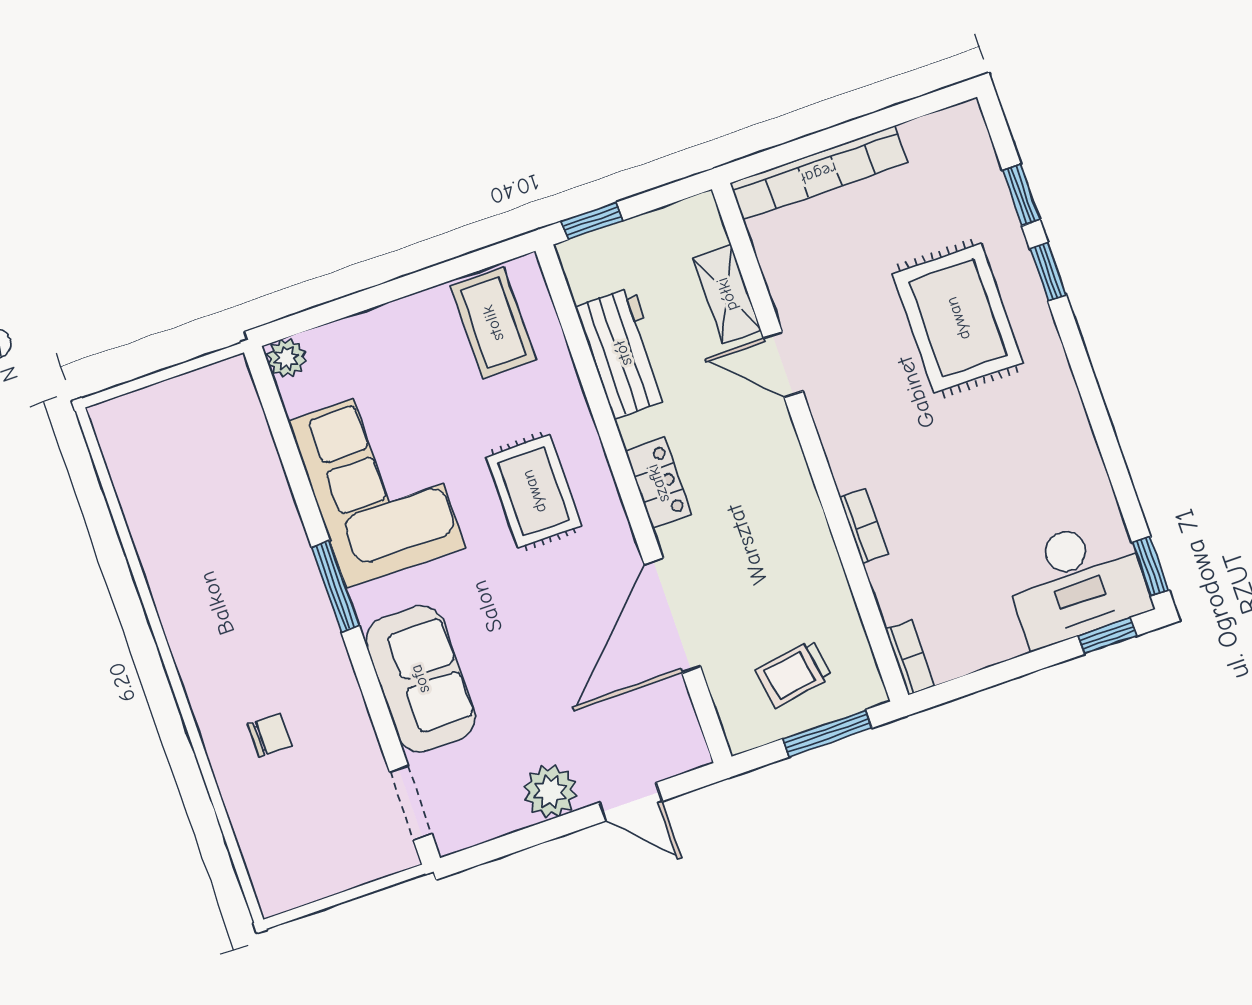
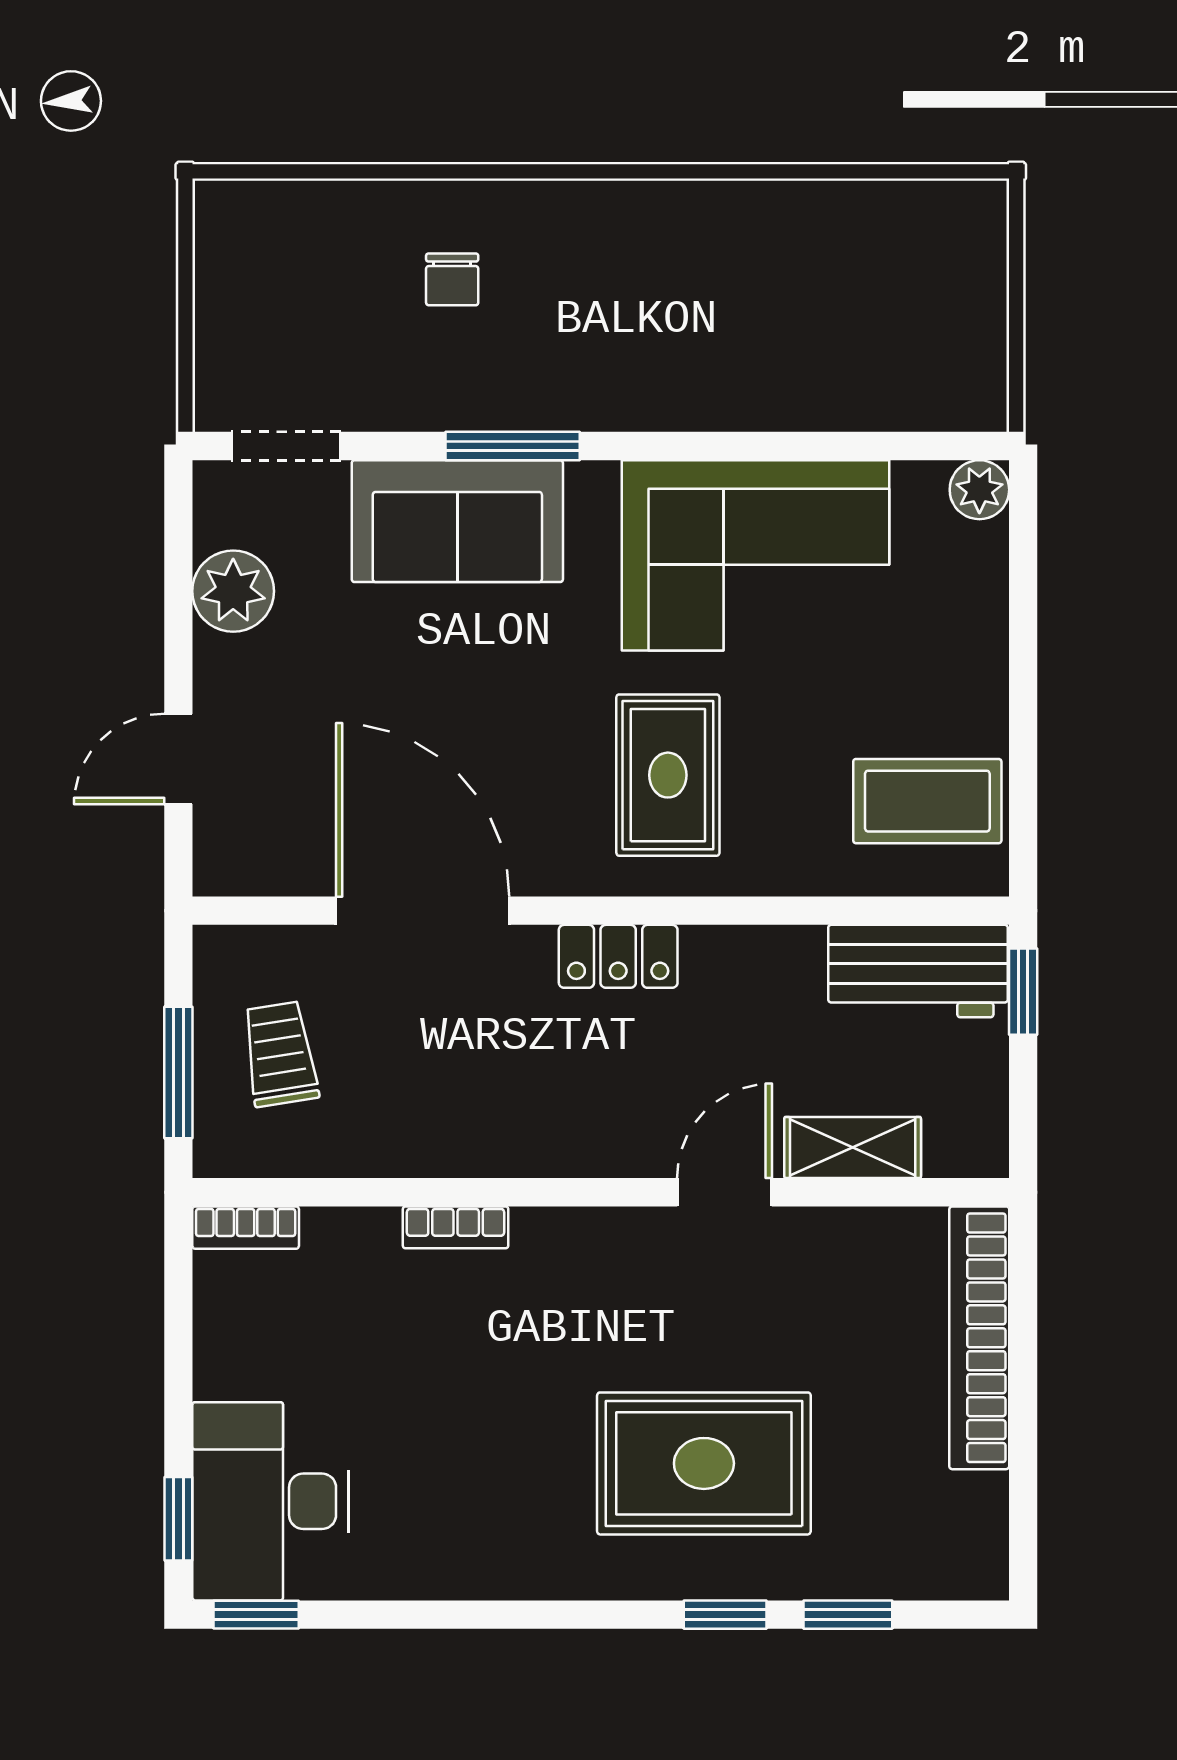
workbench: (623, 353) -> (918, 971), moved
rug: (534, 491) -> (668, 775), turned 90
window: (335, 586) -> (513, 446), moved
plant: (550, 791) -> (233, 591), moved

